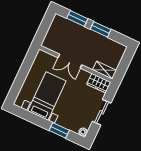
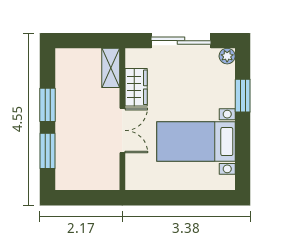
wardrobe: (99, 83) -> (136, 87), moved
sliding door: (102, 112) -> (181, 41), width x1.37

